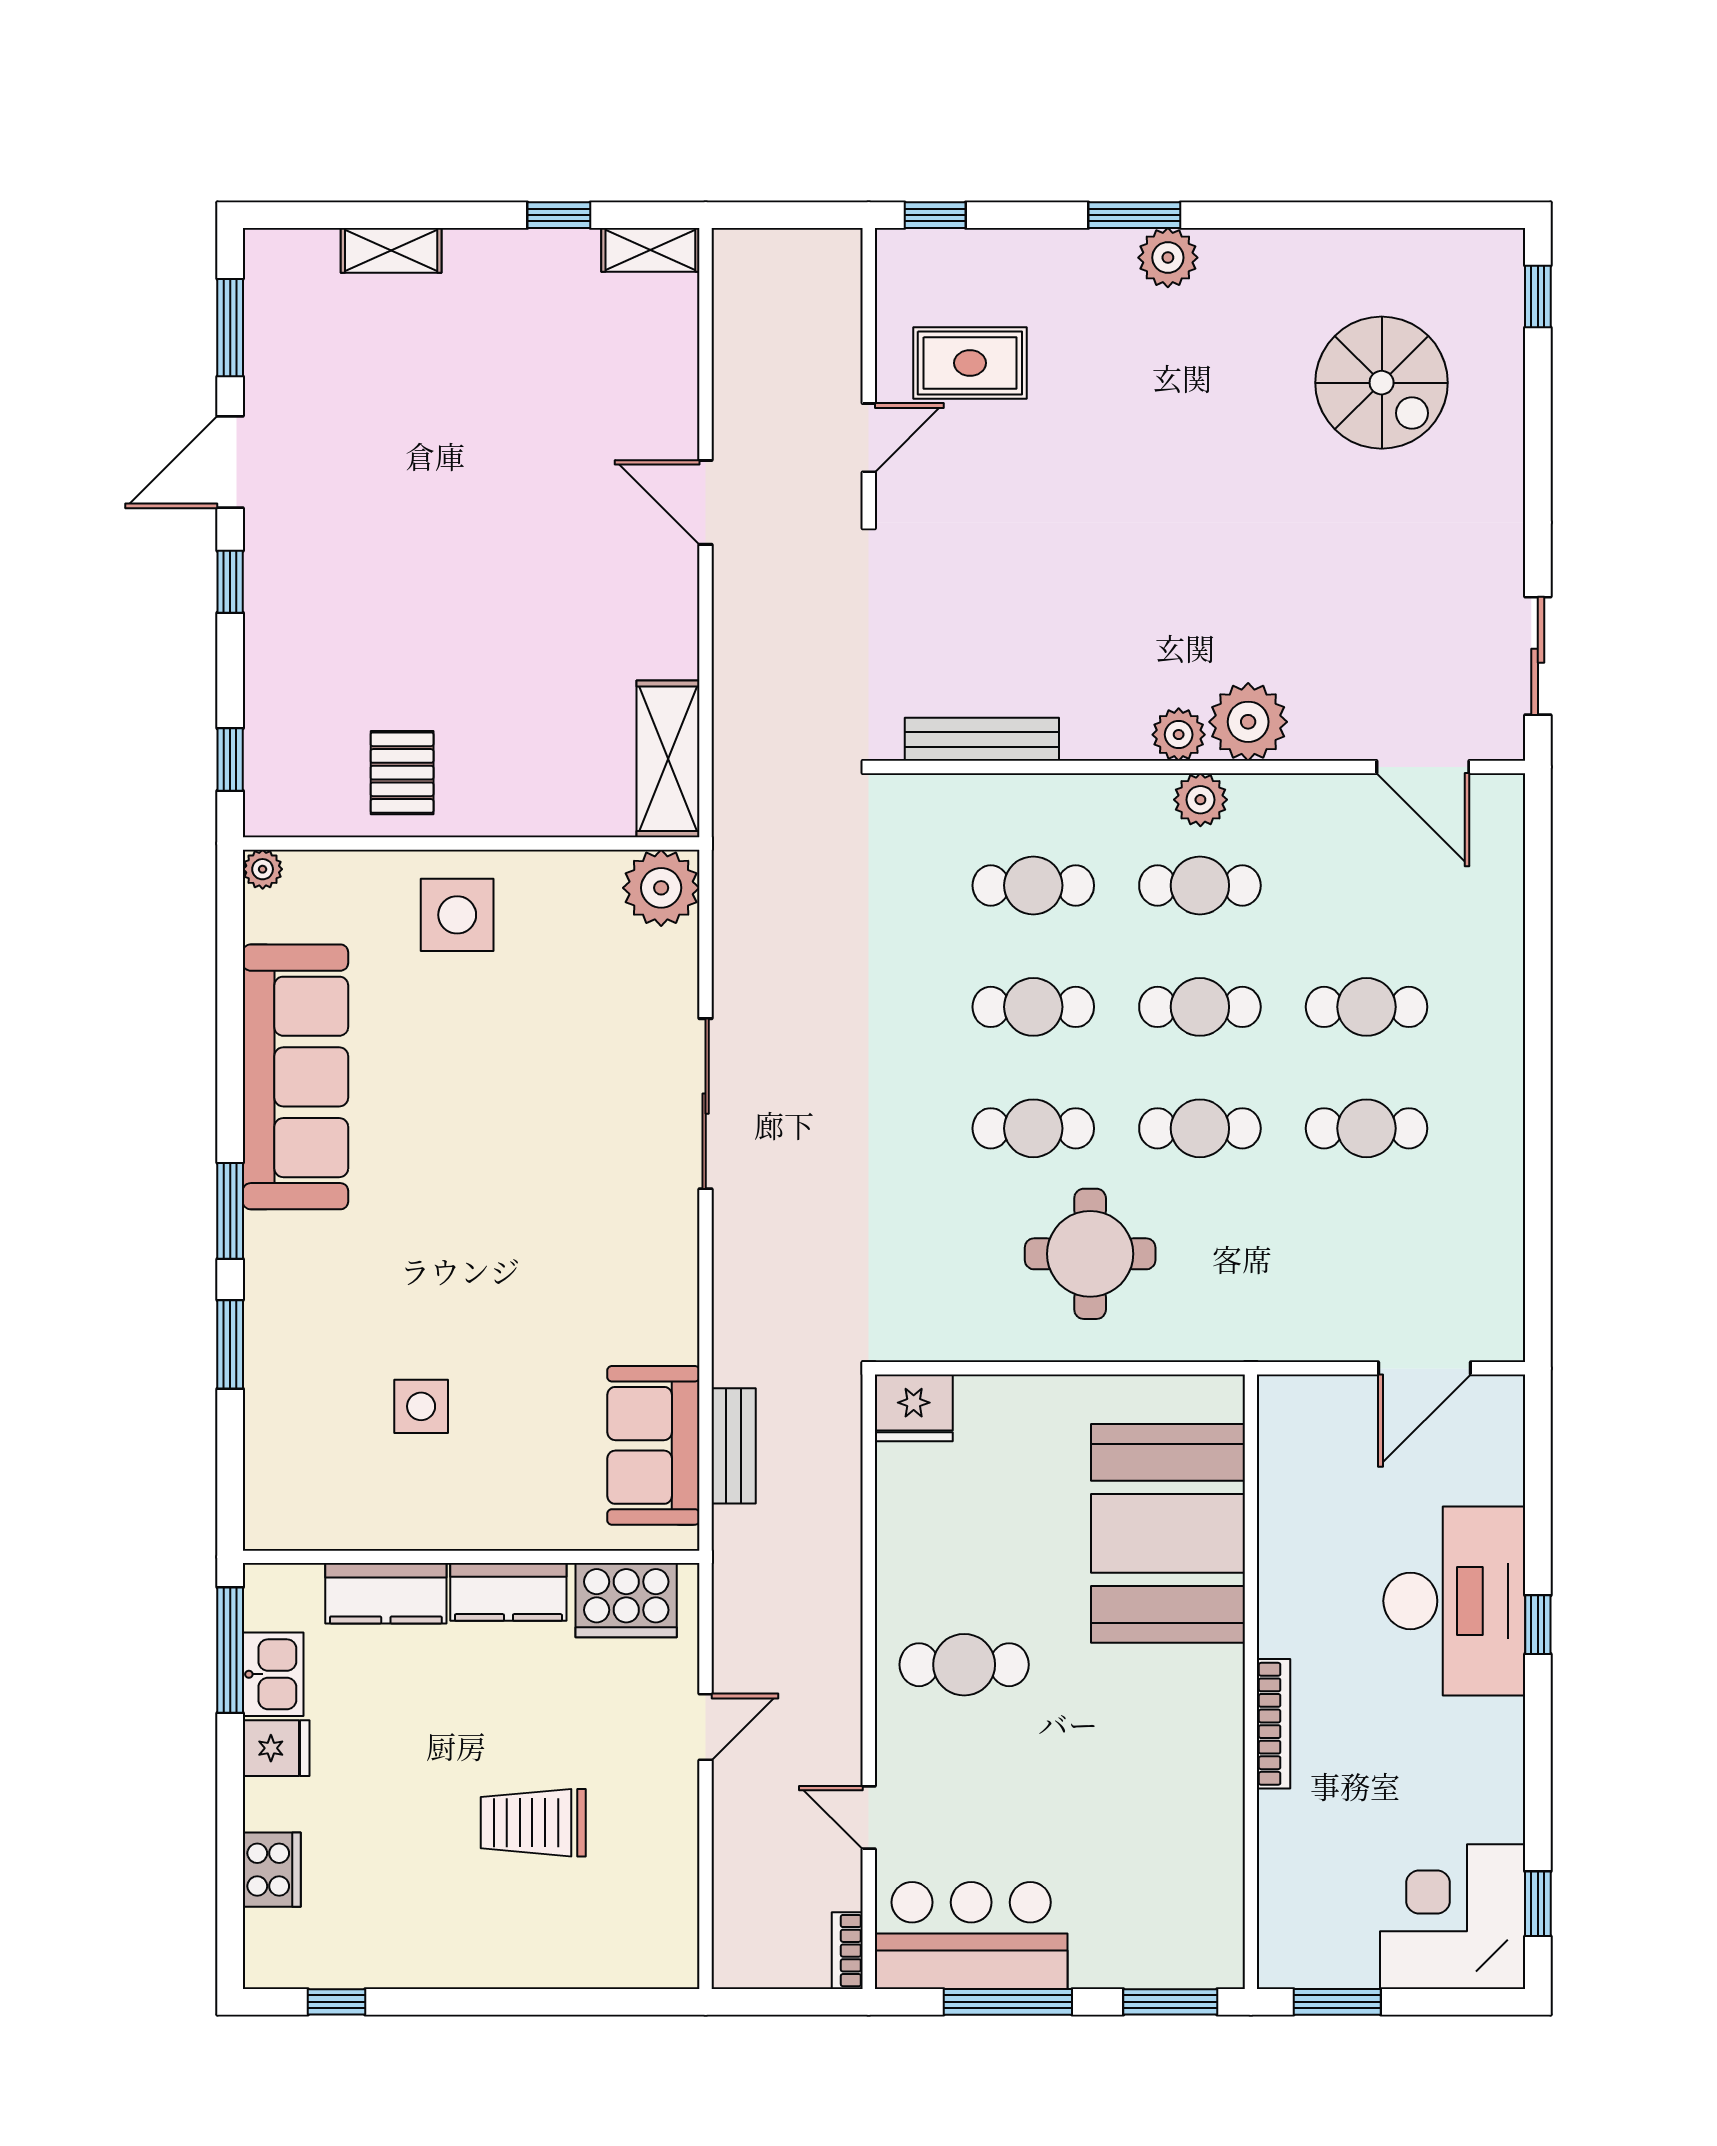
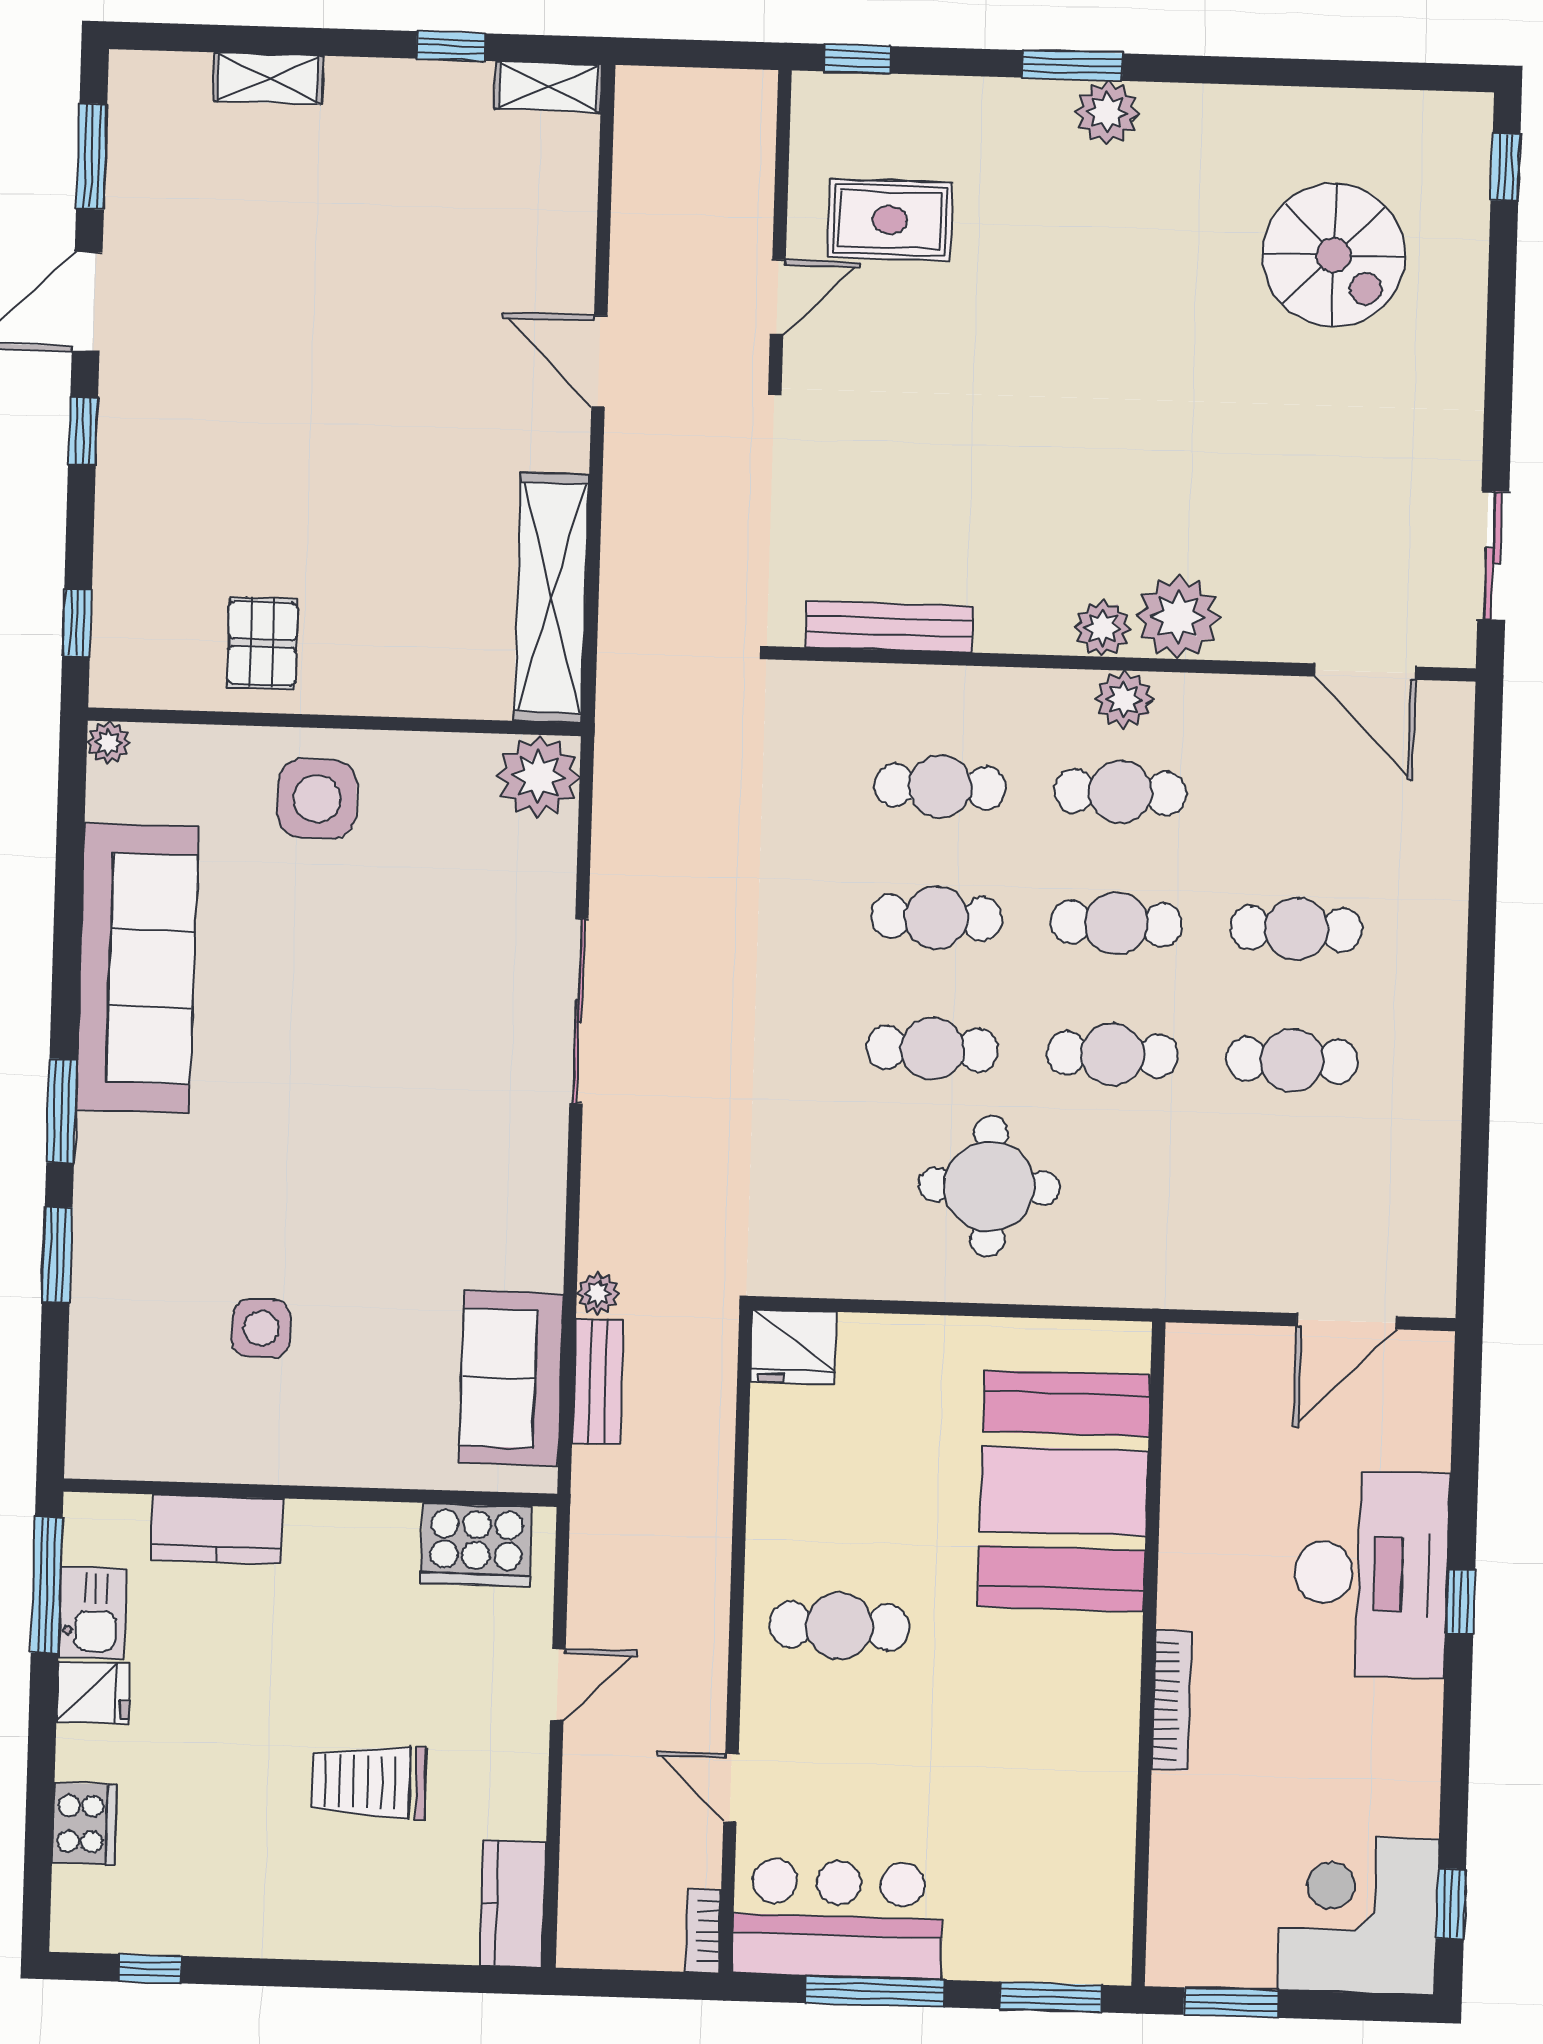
shelving: (668, 759) -> (551, 598), width x1.47
plant: (731, 1365) -> (598, 1294), added
kitchen counter: (508, 1592) -> (513, 1904), moved, turned 90

